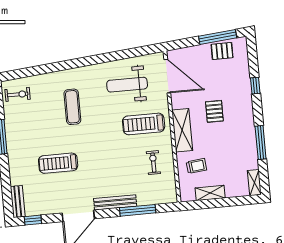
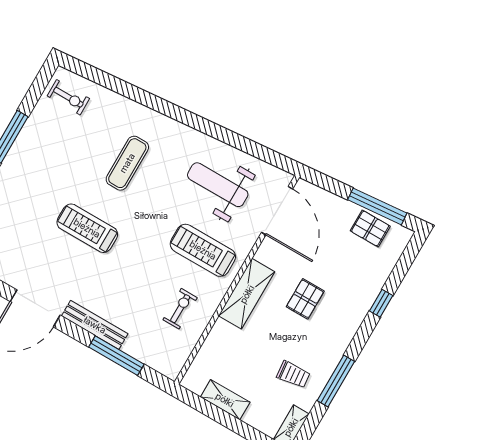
treadmill: (58, 163) -> (87, 228), moved
trolley: (196, 166) -> (293, 375), moved

